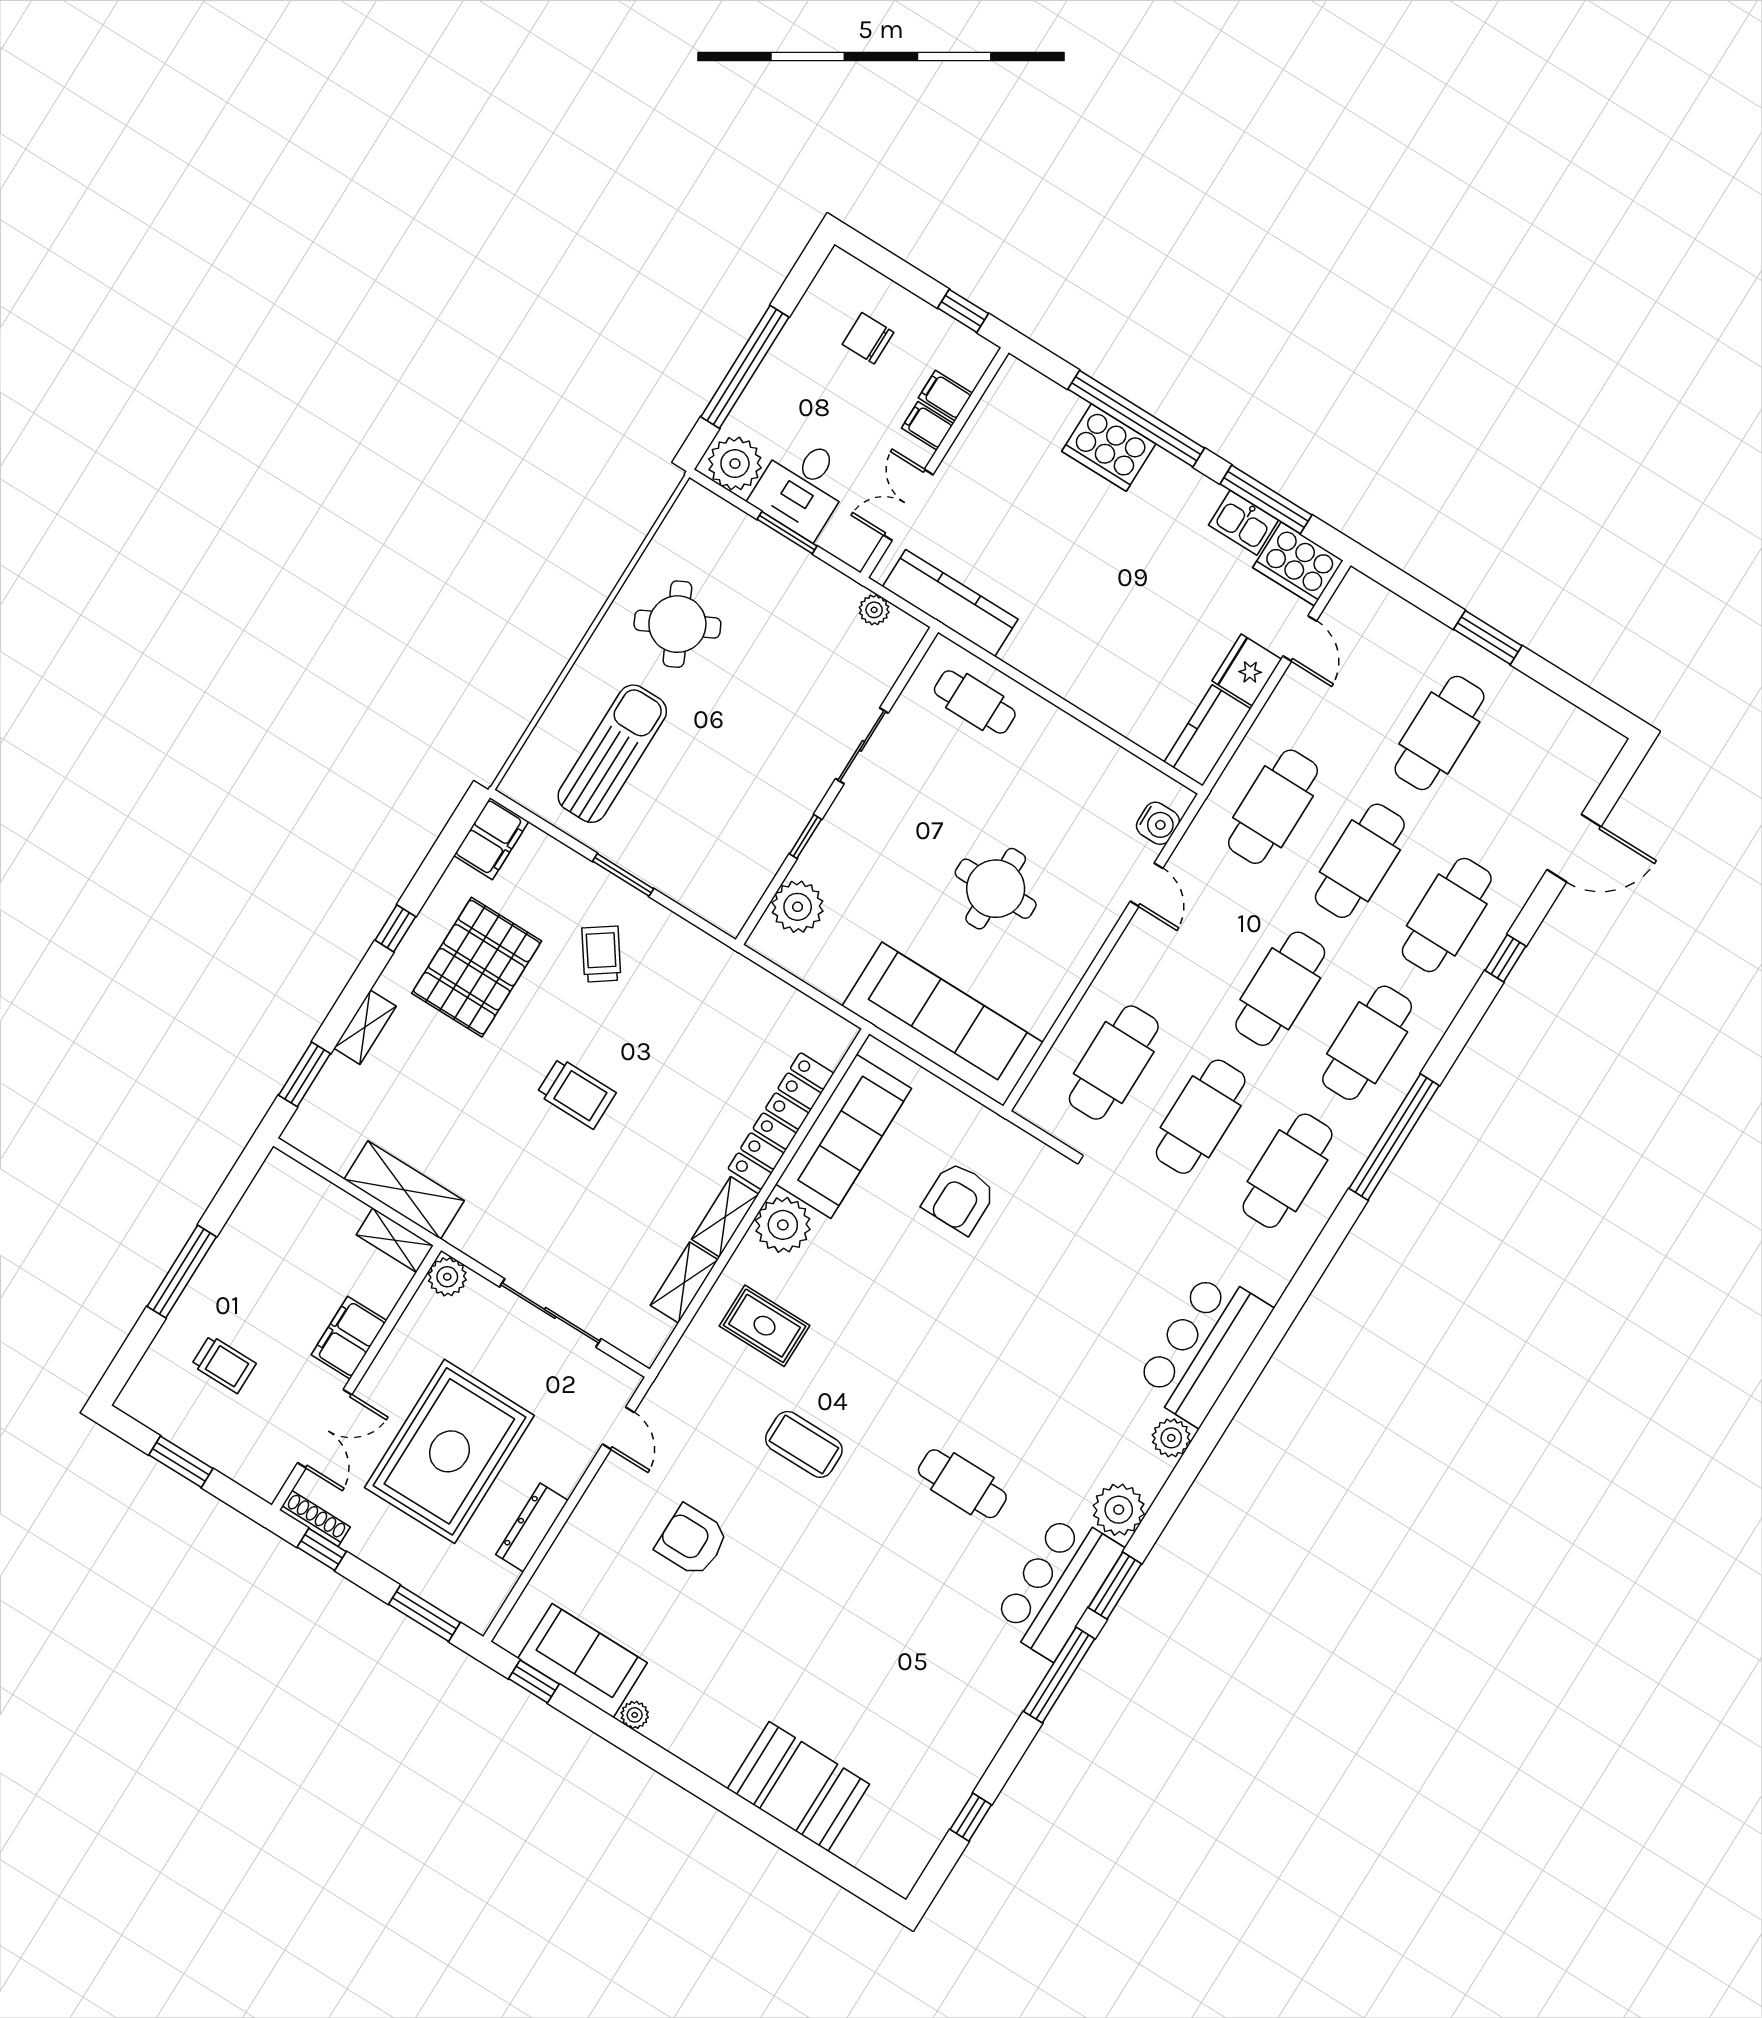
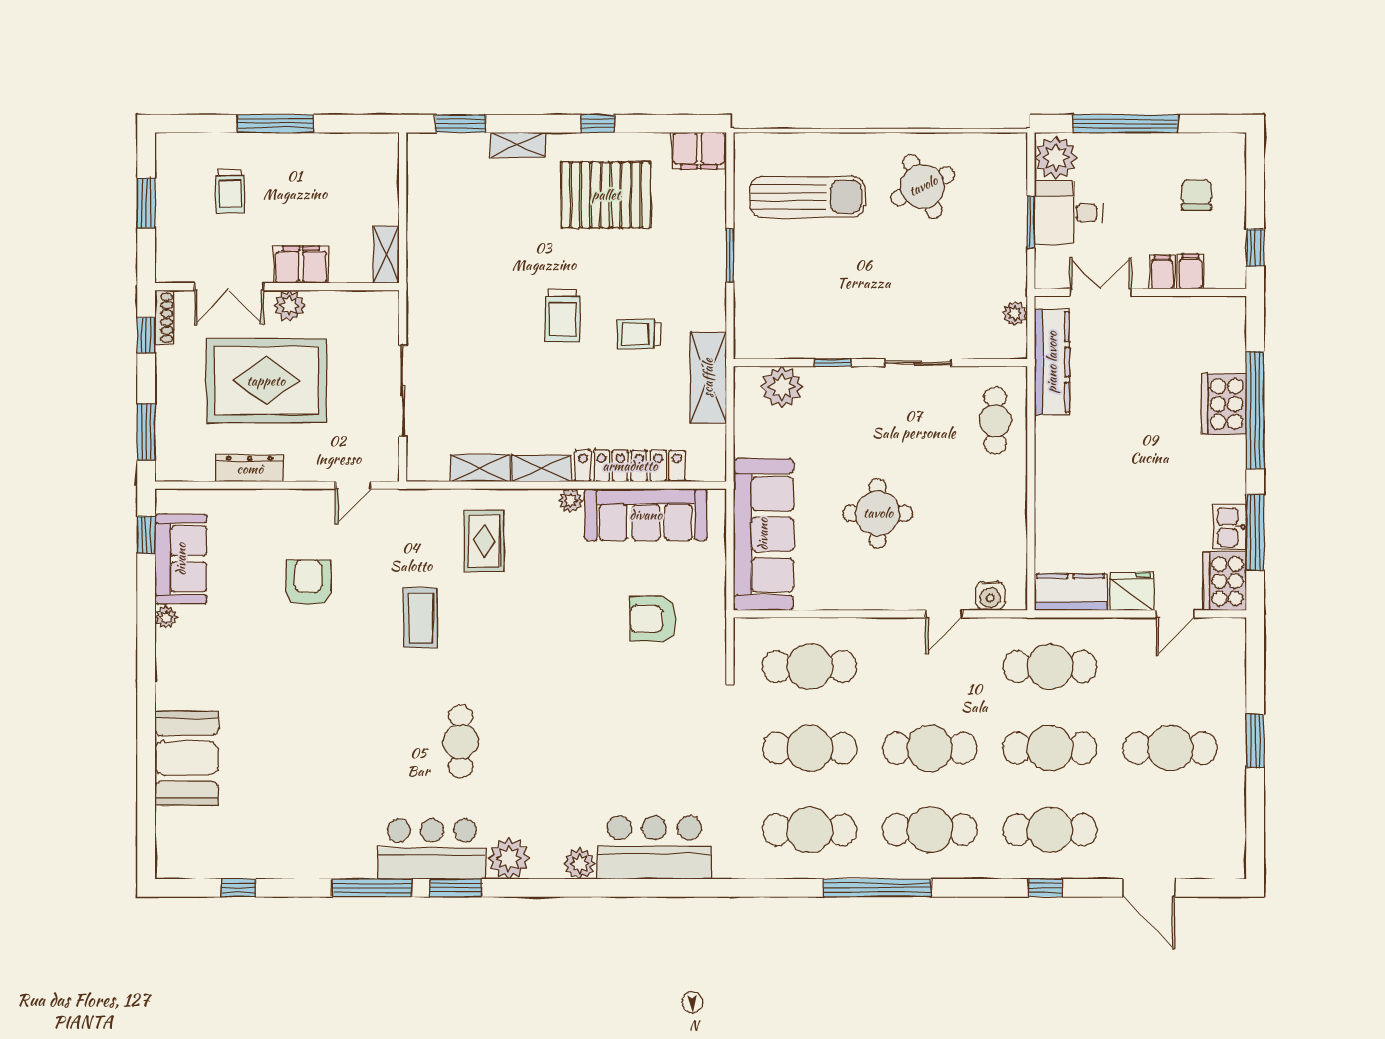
trolley: (601, 954) -> (639, 334), moved, turned -145
shelving: (404, 1190) -> (708, 378), moved
plant: (783, 1225) -> (571, 501), width x0.53, depth x0.53
plant: (447, 1277) -> (289, 306), moved

